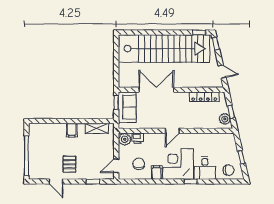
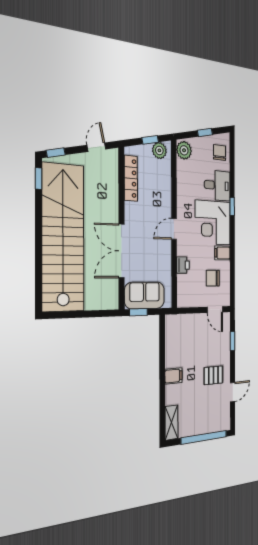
shelving: (97, 128) -> (171, 423), moved
door: (172, 131) -> (174, 229), swing flipped
printer: (138, 138) -> (183, 265), moved
plant: (125, 139) -> (184, 150), moved

